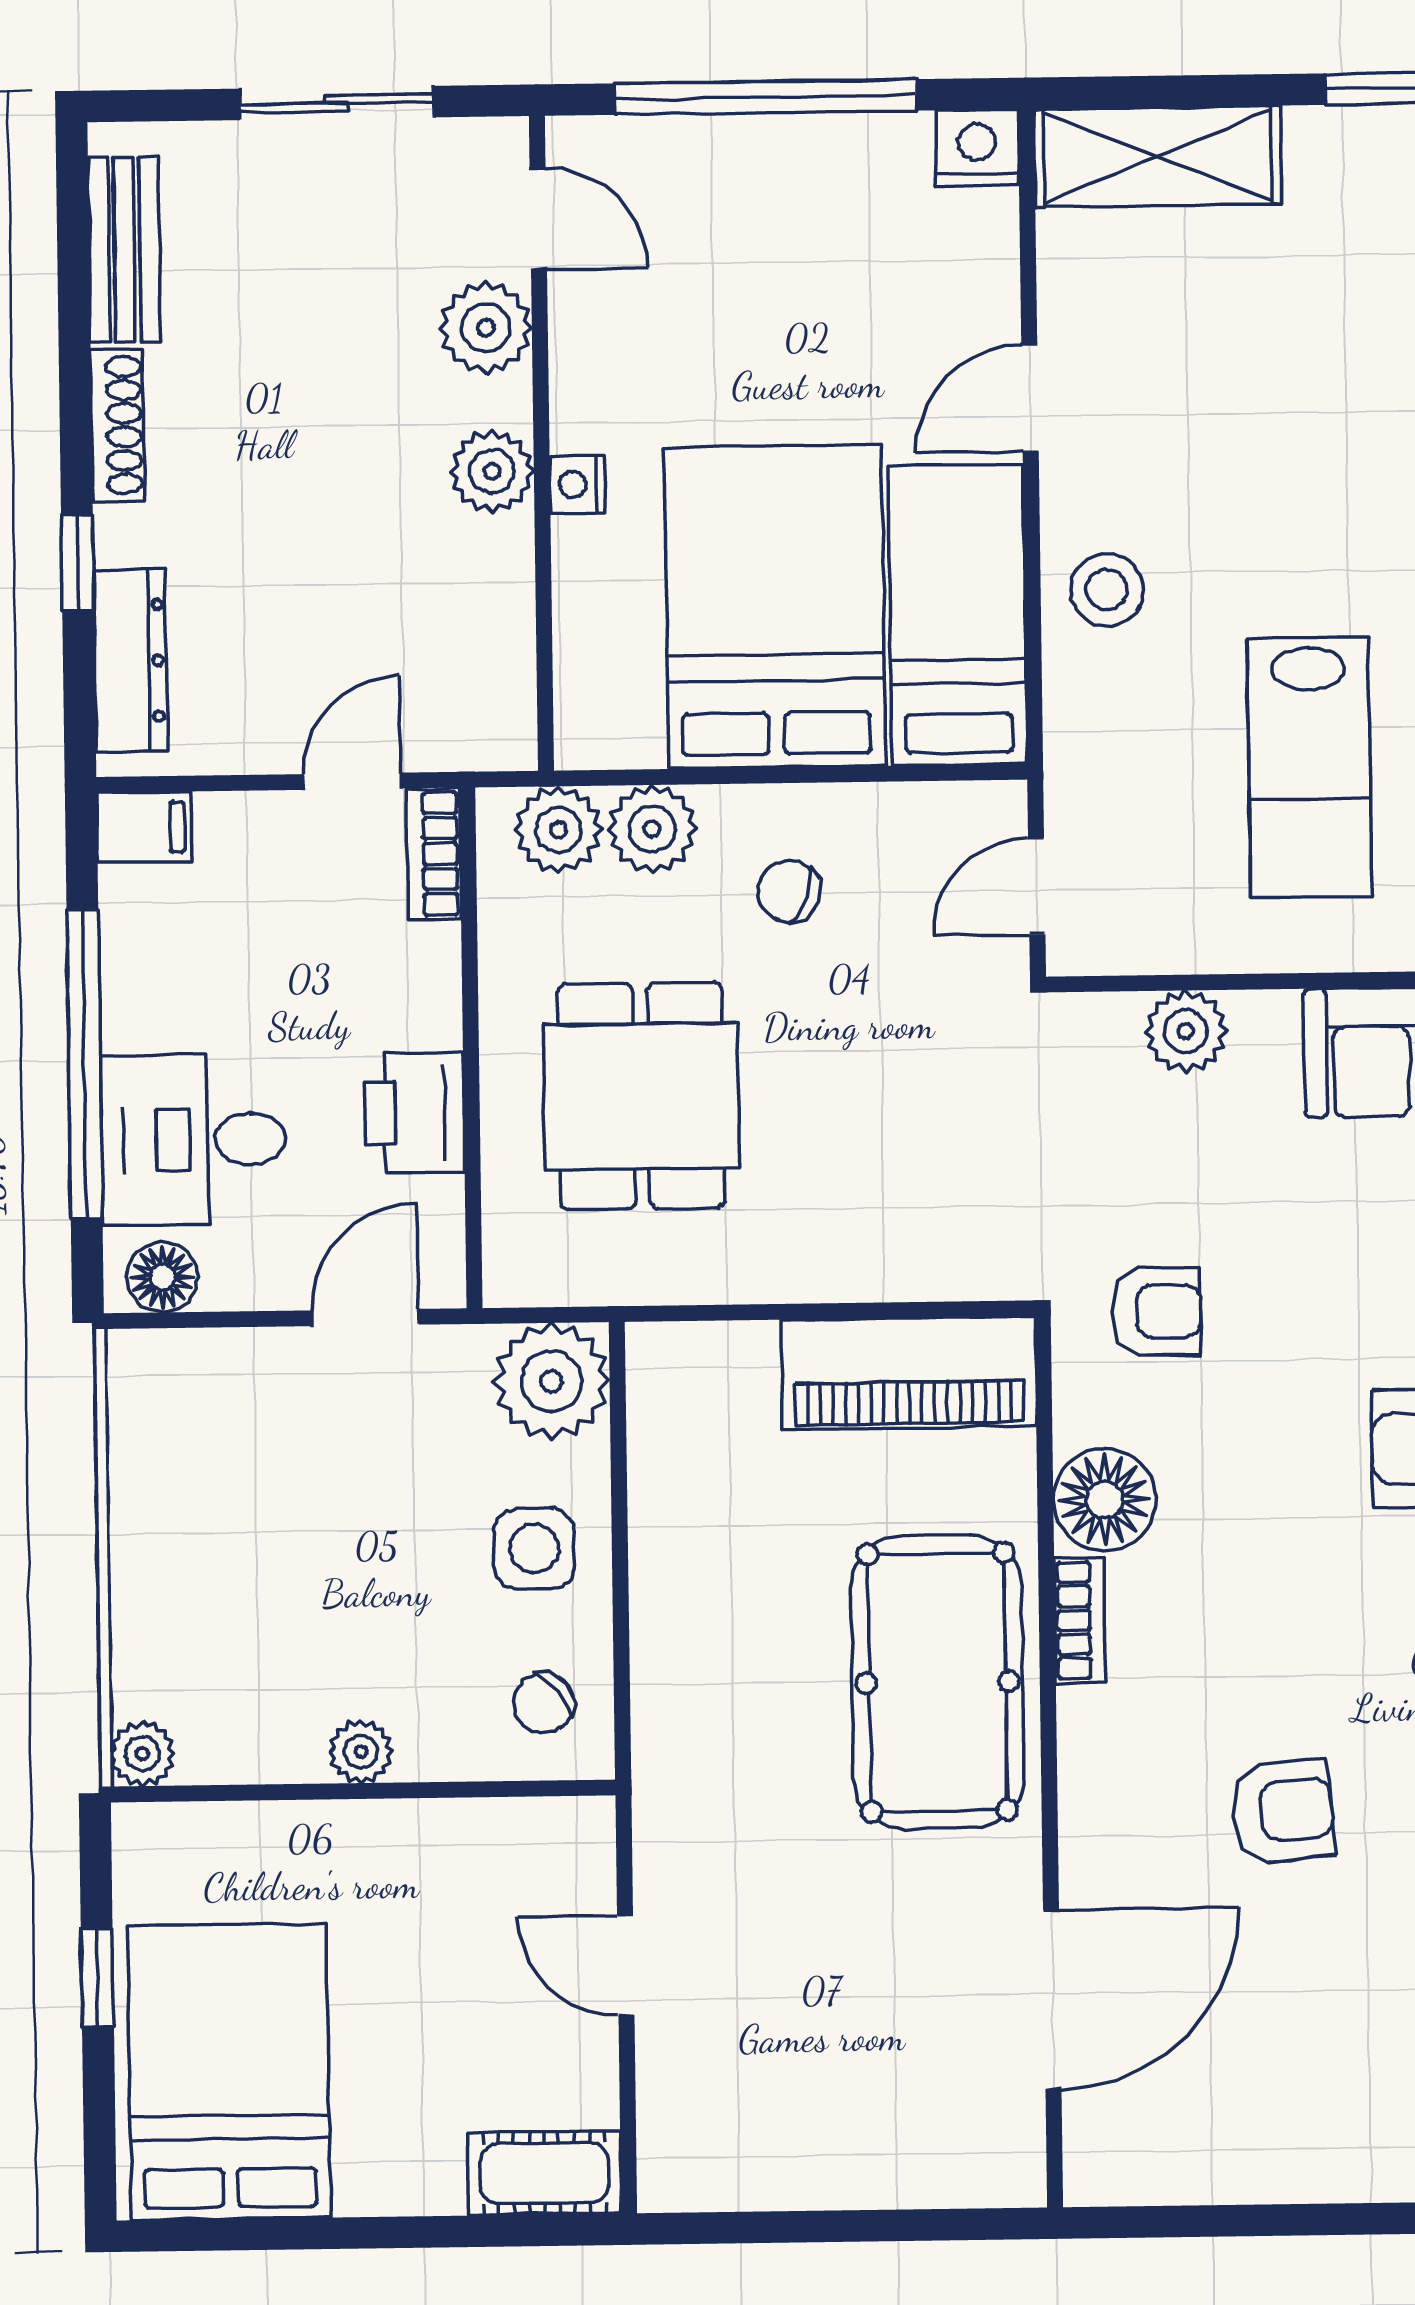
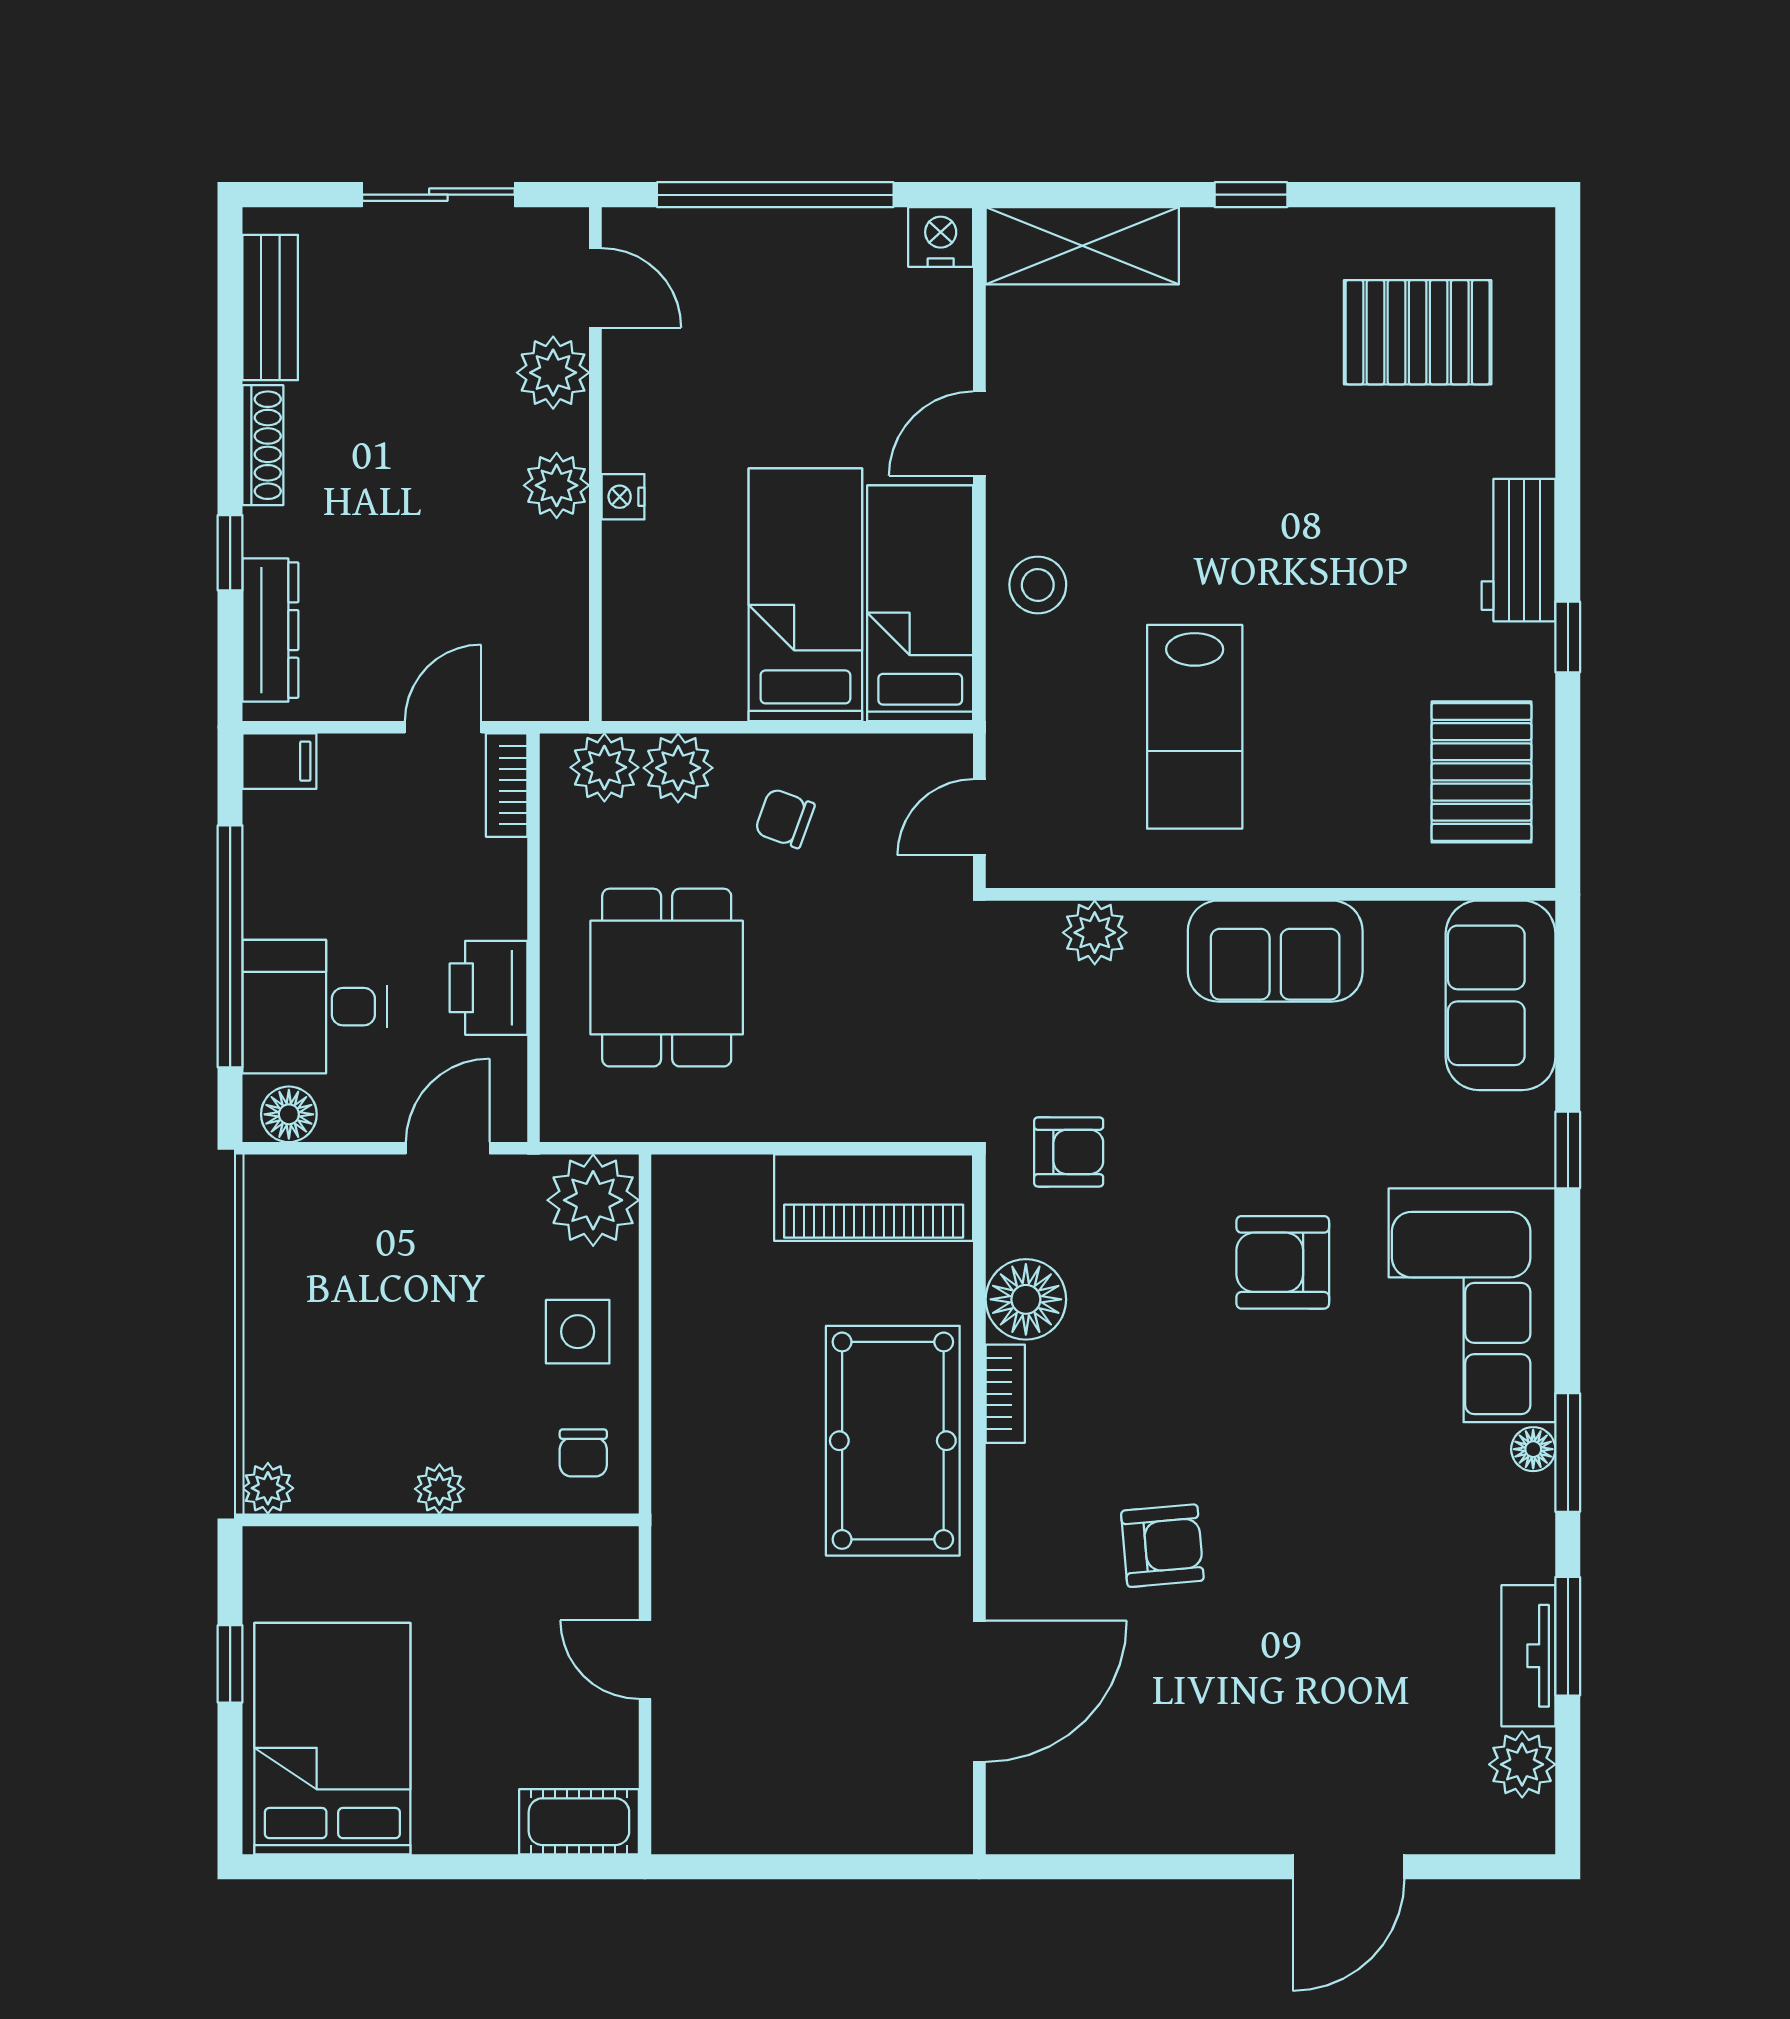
bed: (775, 607) -> (805, 595), width x0.67
chair: (543, 1703) -> (583, 1453), turned -50

